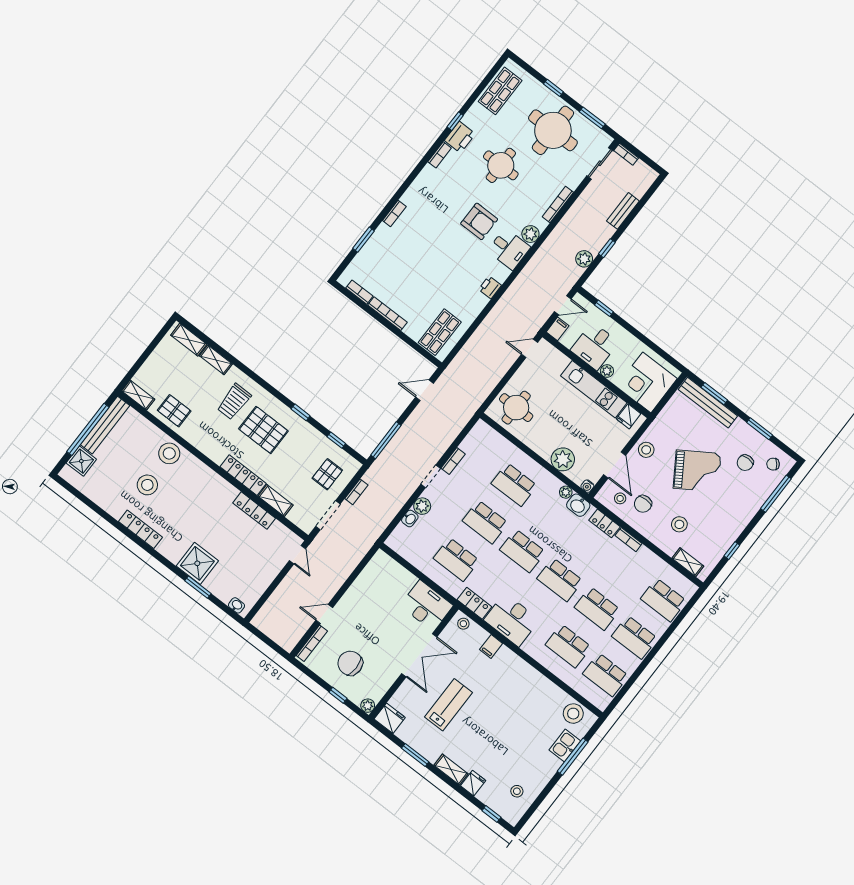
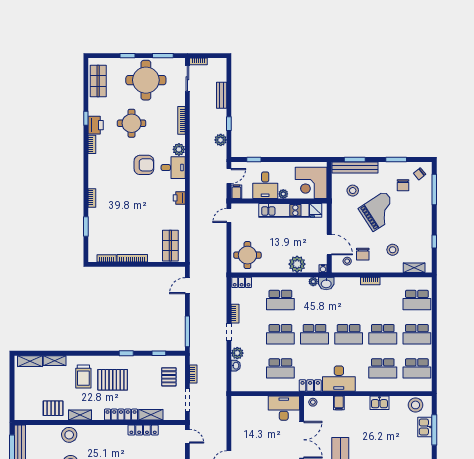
shelving: (138, 395) -> (80, 415), moved
stool: (646, 450) -> (353, 191), moved
locker: (604, 523) -> (242, 282), moved
kitchen sink: (536, 681) -> (379, 403), added

